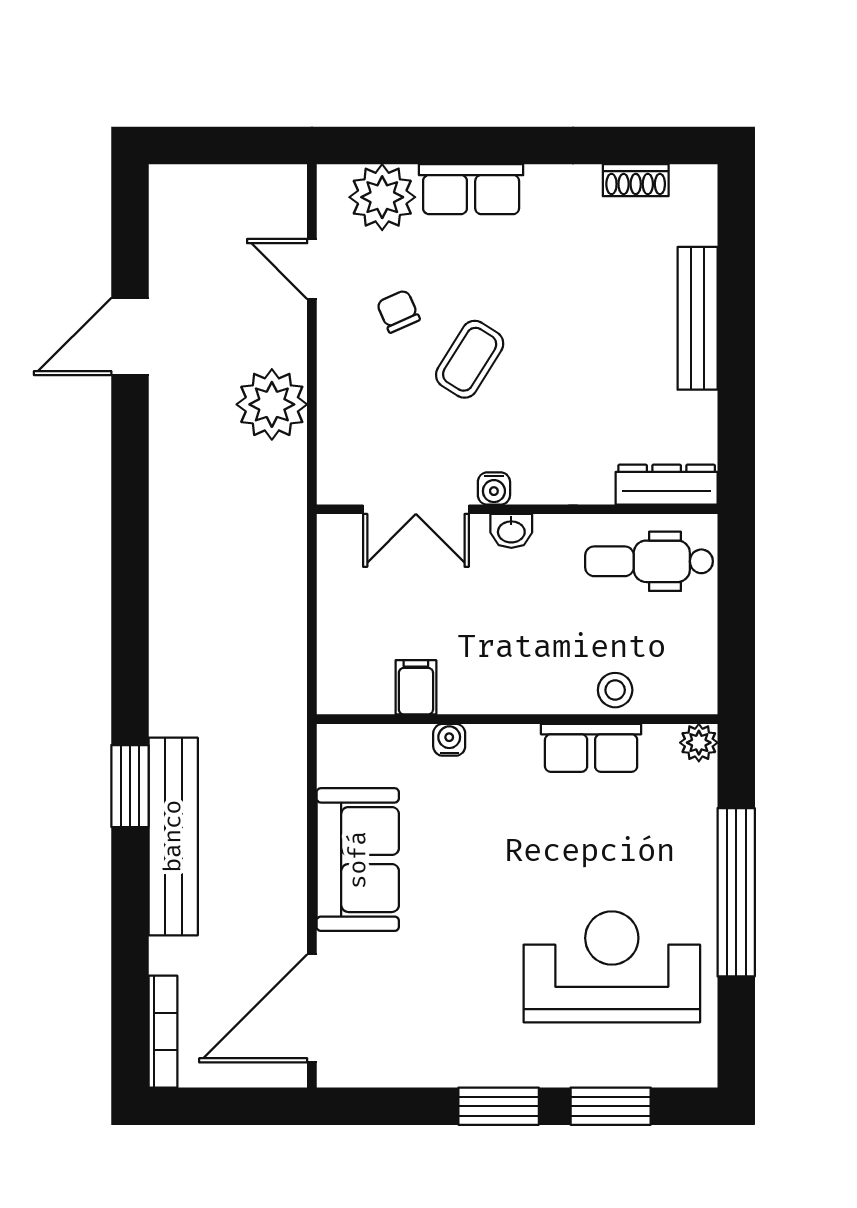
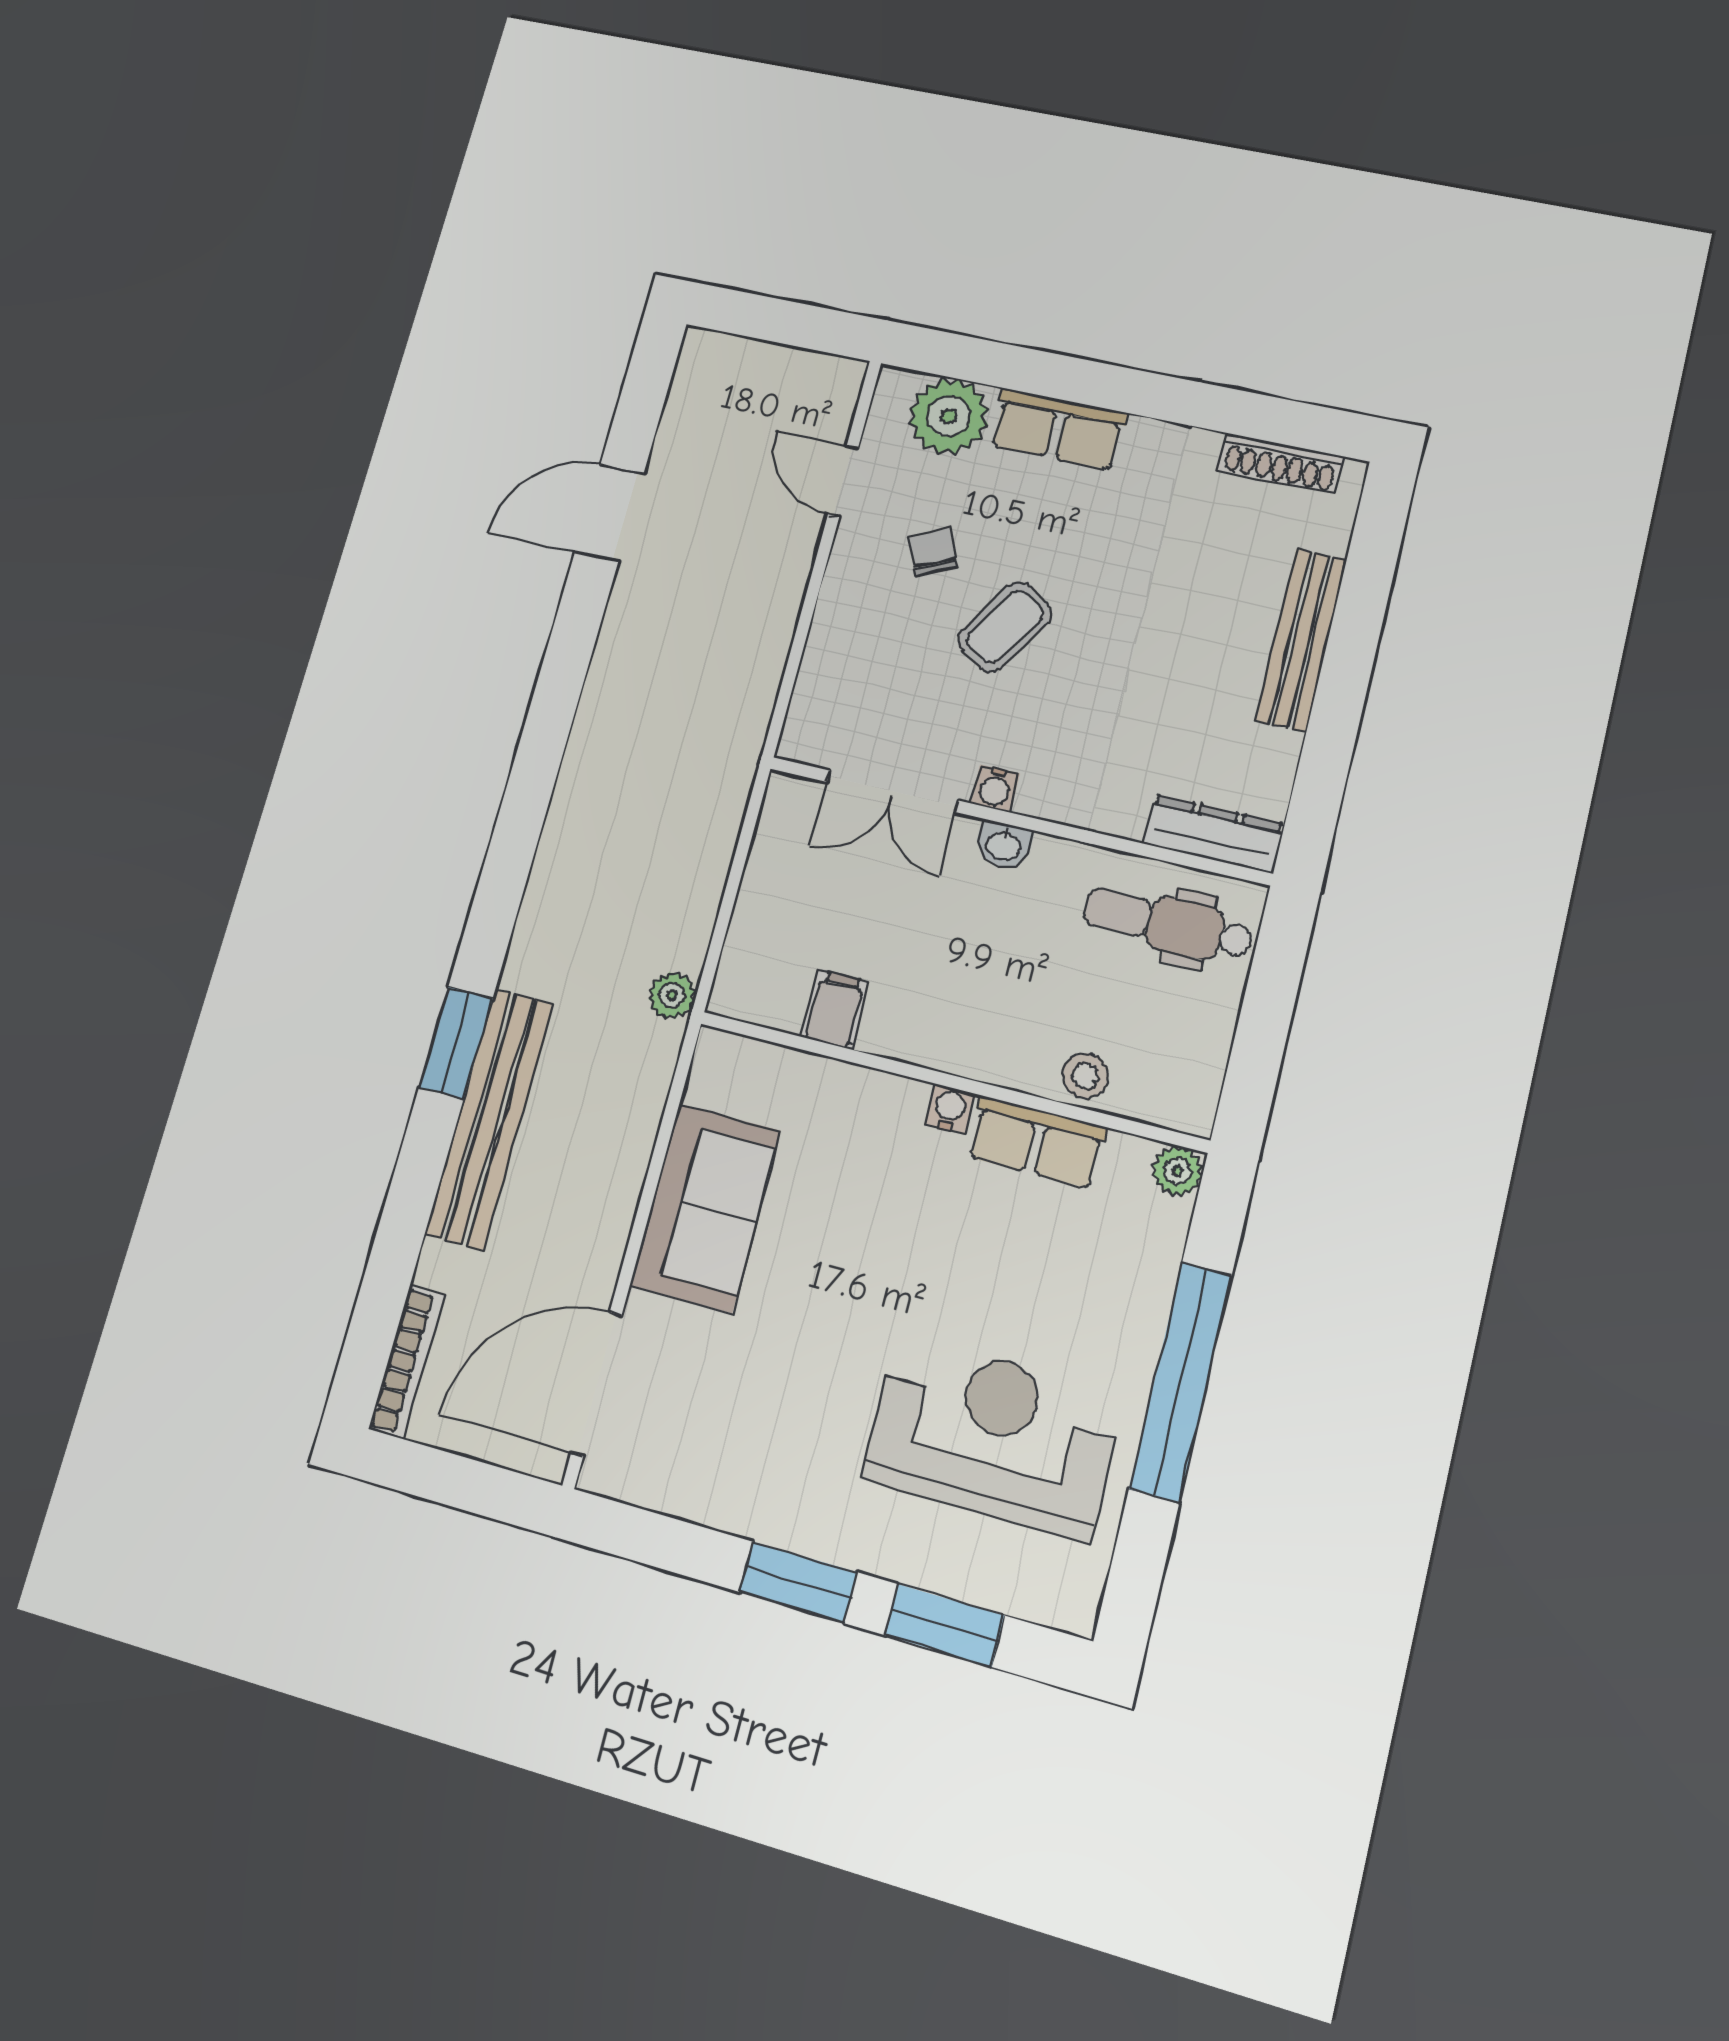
shoe rack: (636, 180) -> (1280, 463), width x1.43
plant: (272, 404) -> (672, 995), moved, width x0.53, depth x0.53
water cooler: (449, 740) -> (950, 1109), moved

